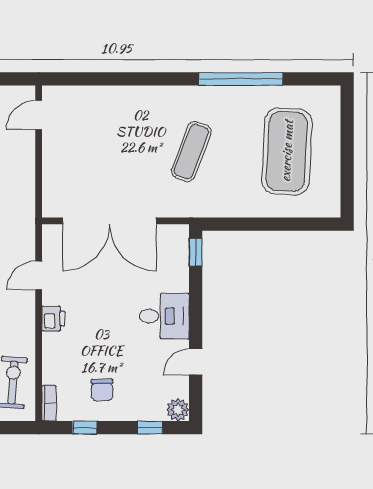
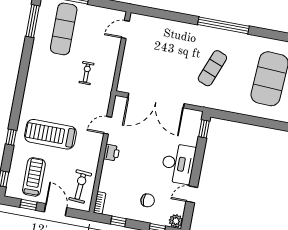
window: (241, 79) -> (223, 25), moved
desk: (164, 316) -> (178, 164), width x1.37
chair: (102, 390) -> (148, 200), moved, turned -90

